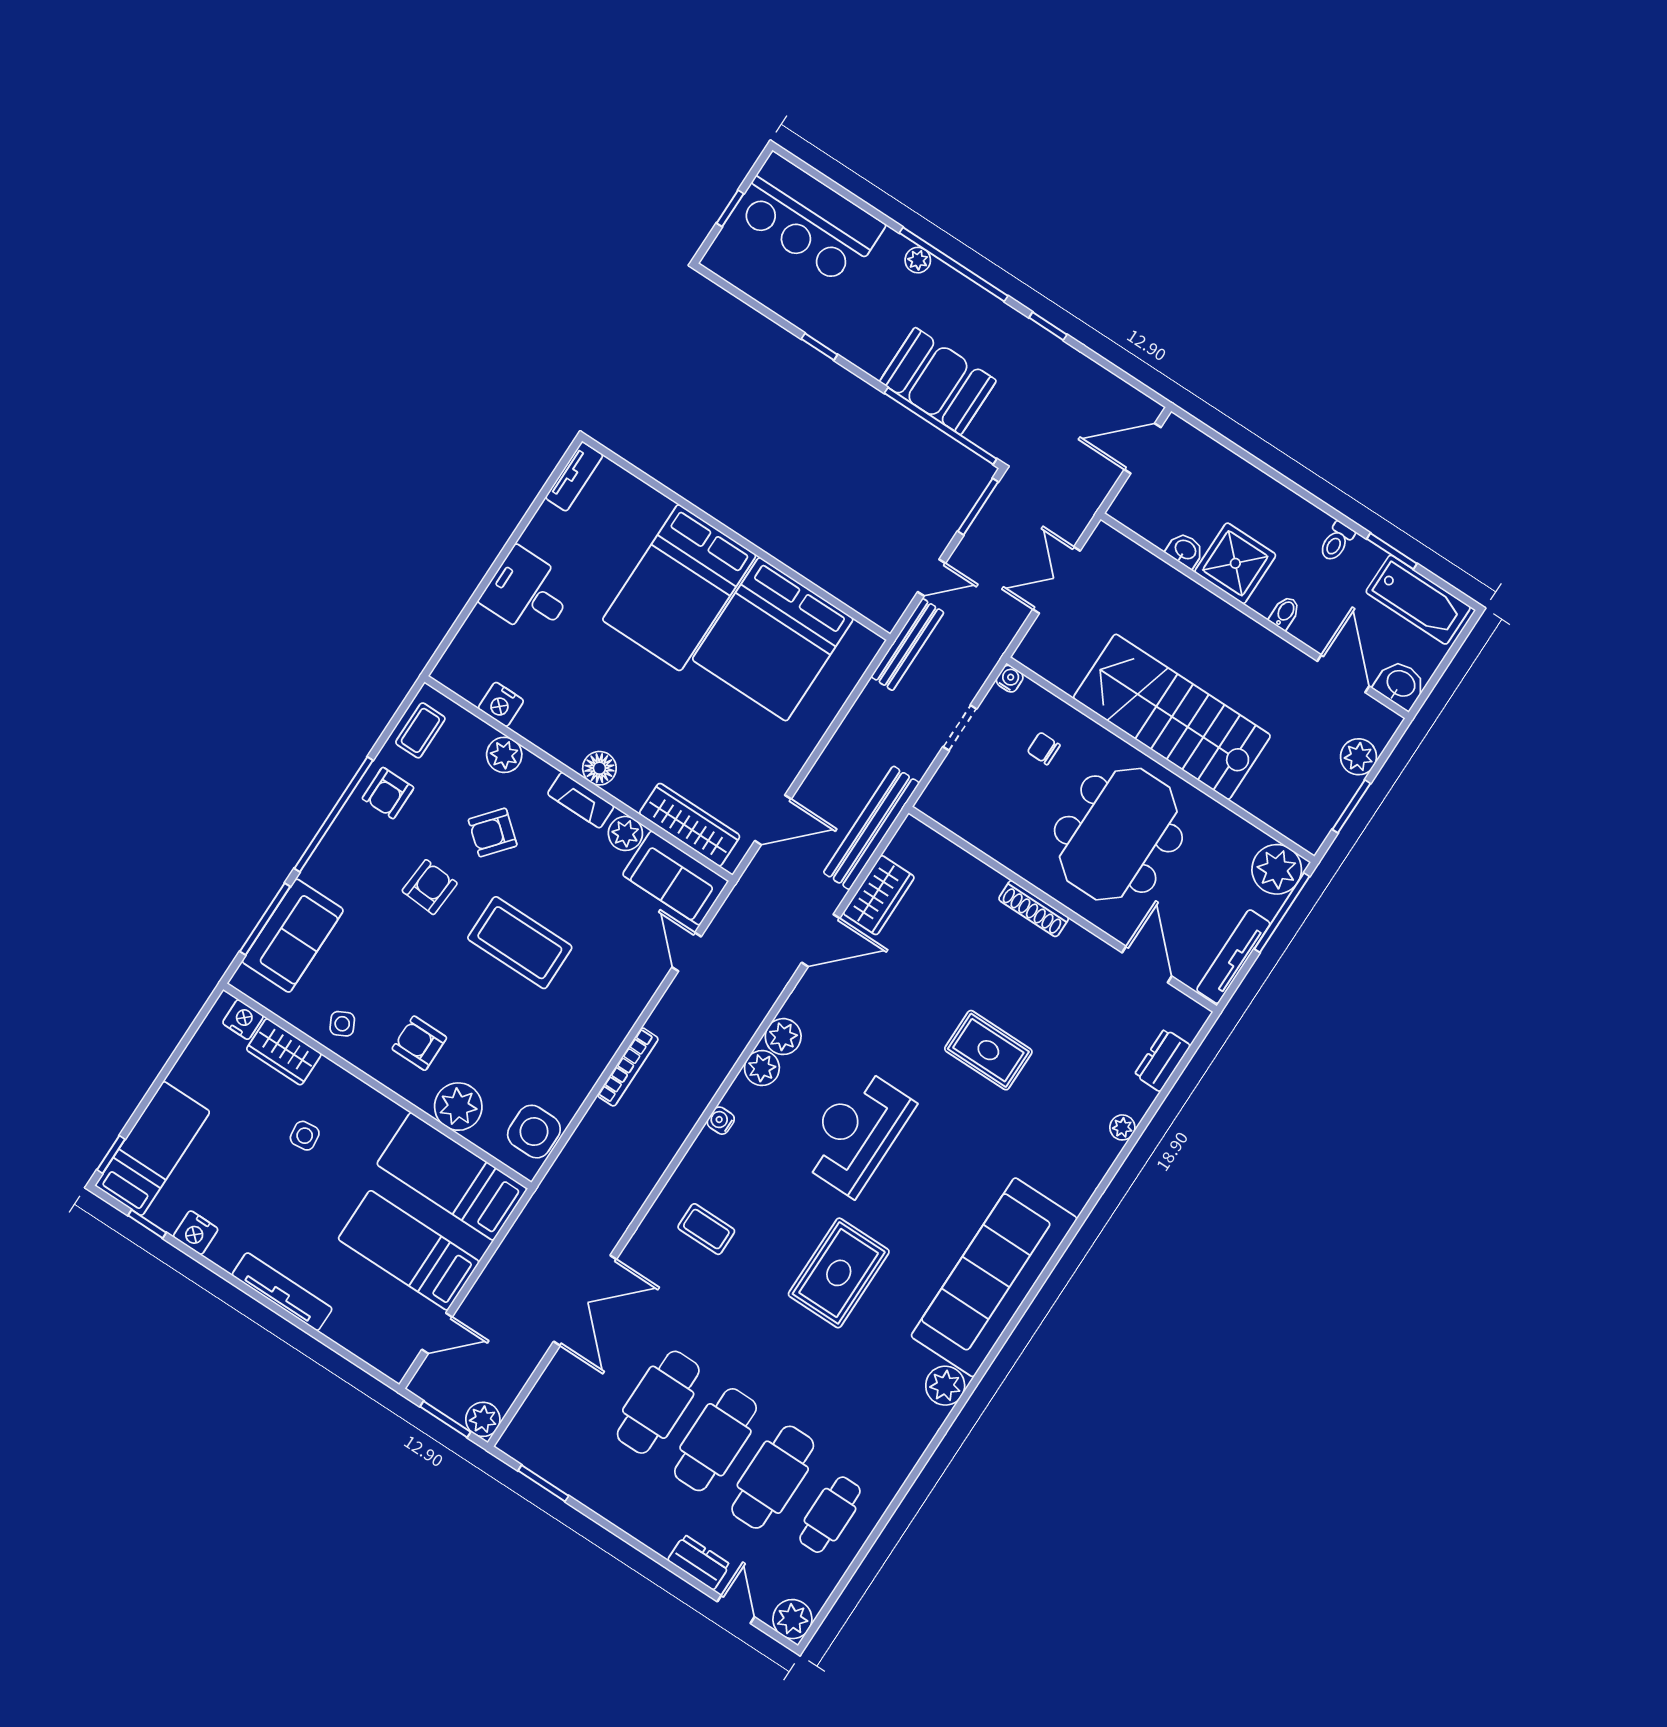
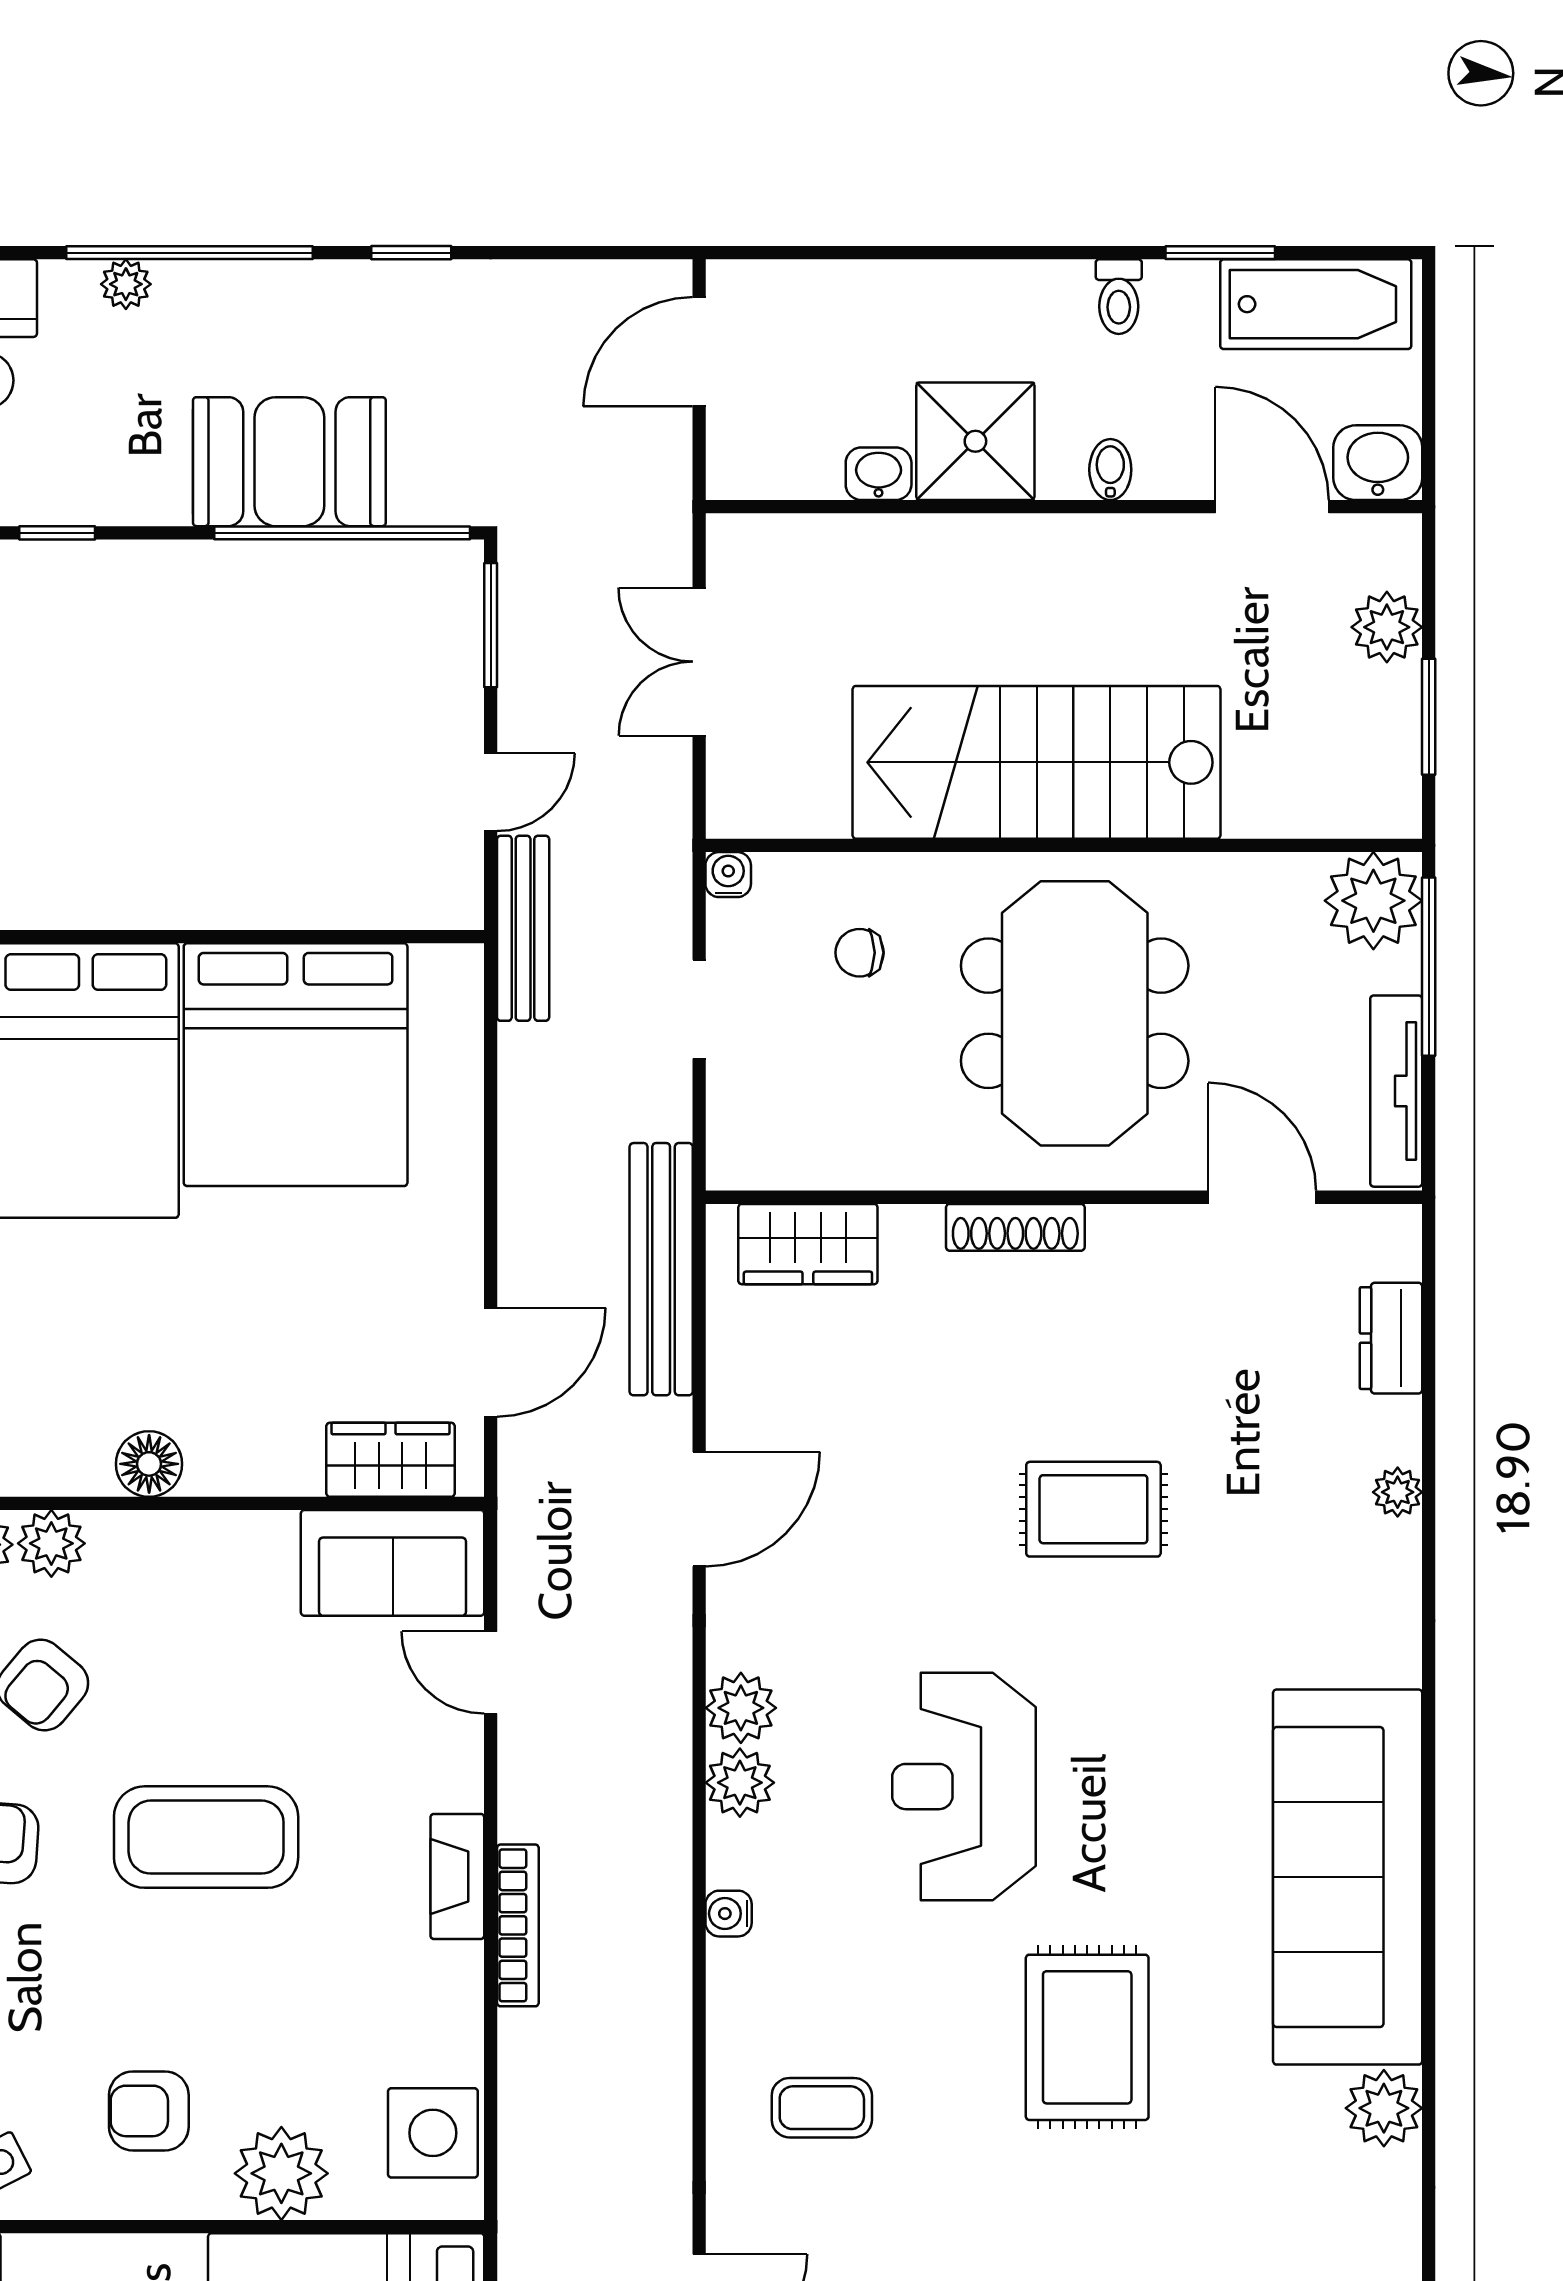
fireplace: (581, 800) -> (457, 1876), moved, turned 90
wardrobe: (690, 825) -> (390, 1460), width x0.67
plant: (625, 833) -> (51, 1543), moved
wardrobe: (879, 895) -> (808, 1244), moved, turned 90

